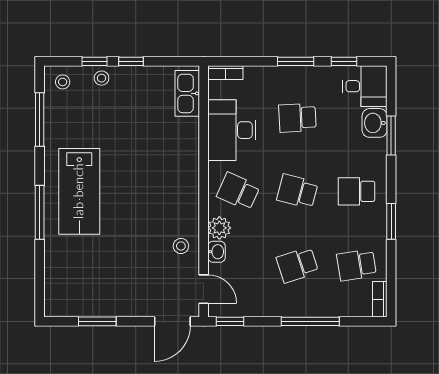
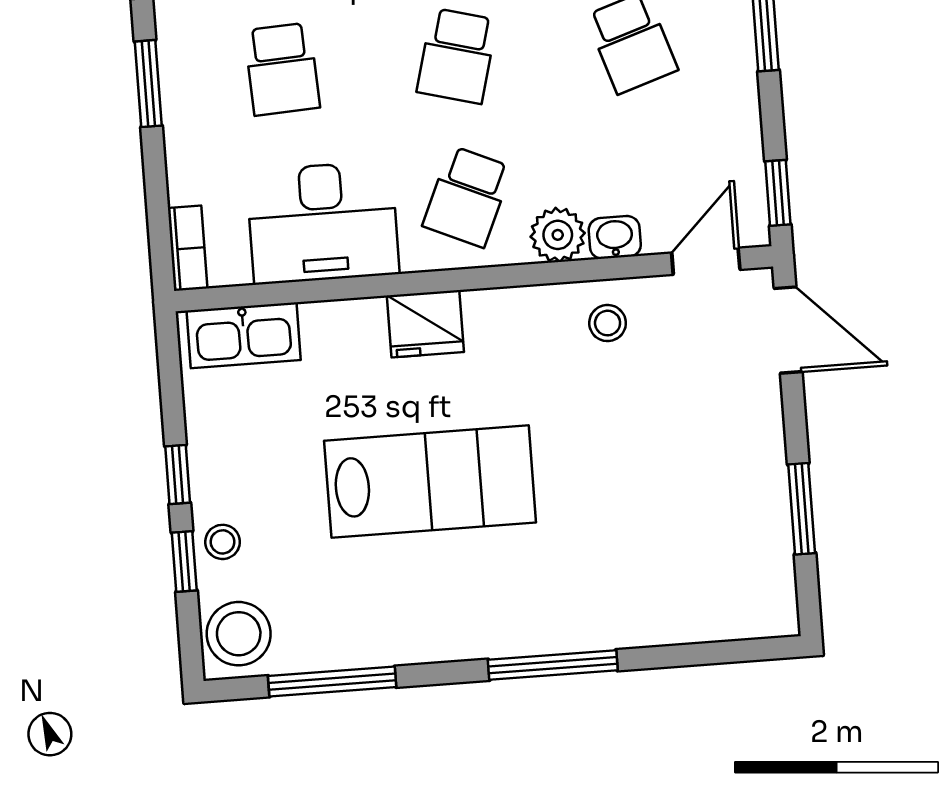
stool: (63, 82) -> (239, 634), width x1.89, depth x1.89
fridge: (186, 170) -> (425, 324), added
lab bench: (79, 191) -> (430, 482), moved

